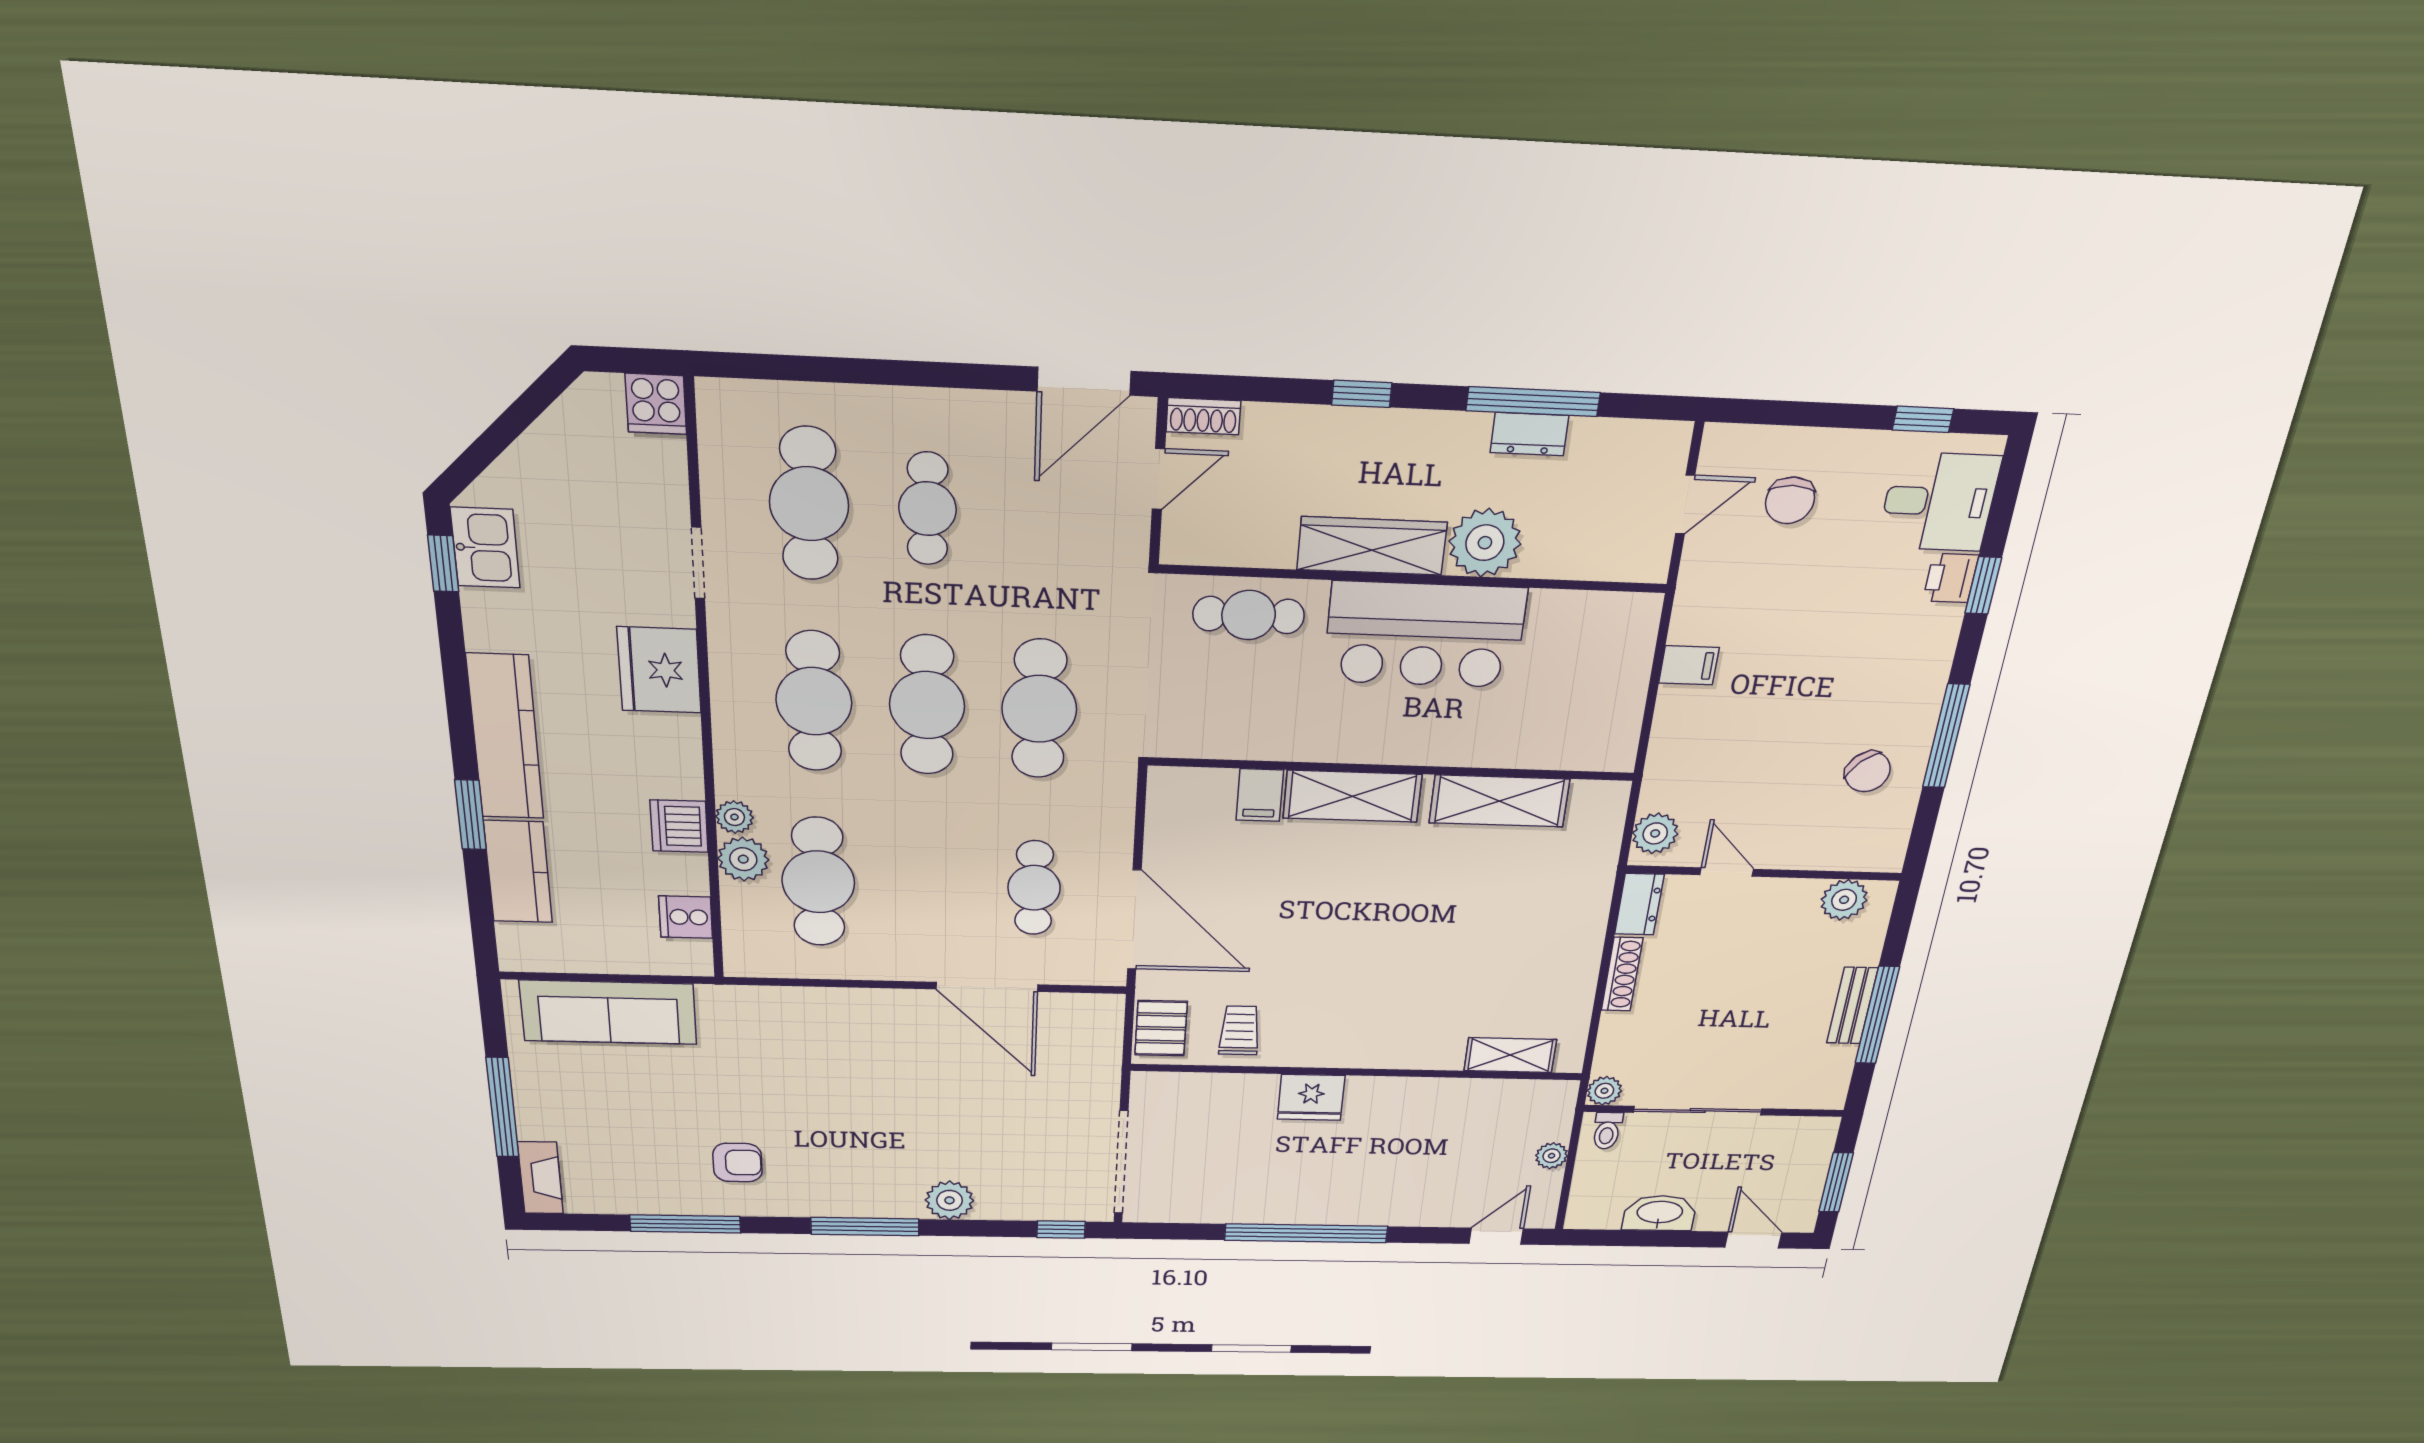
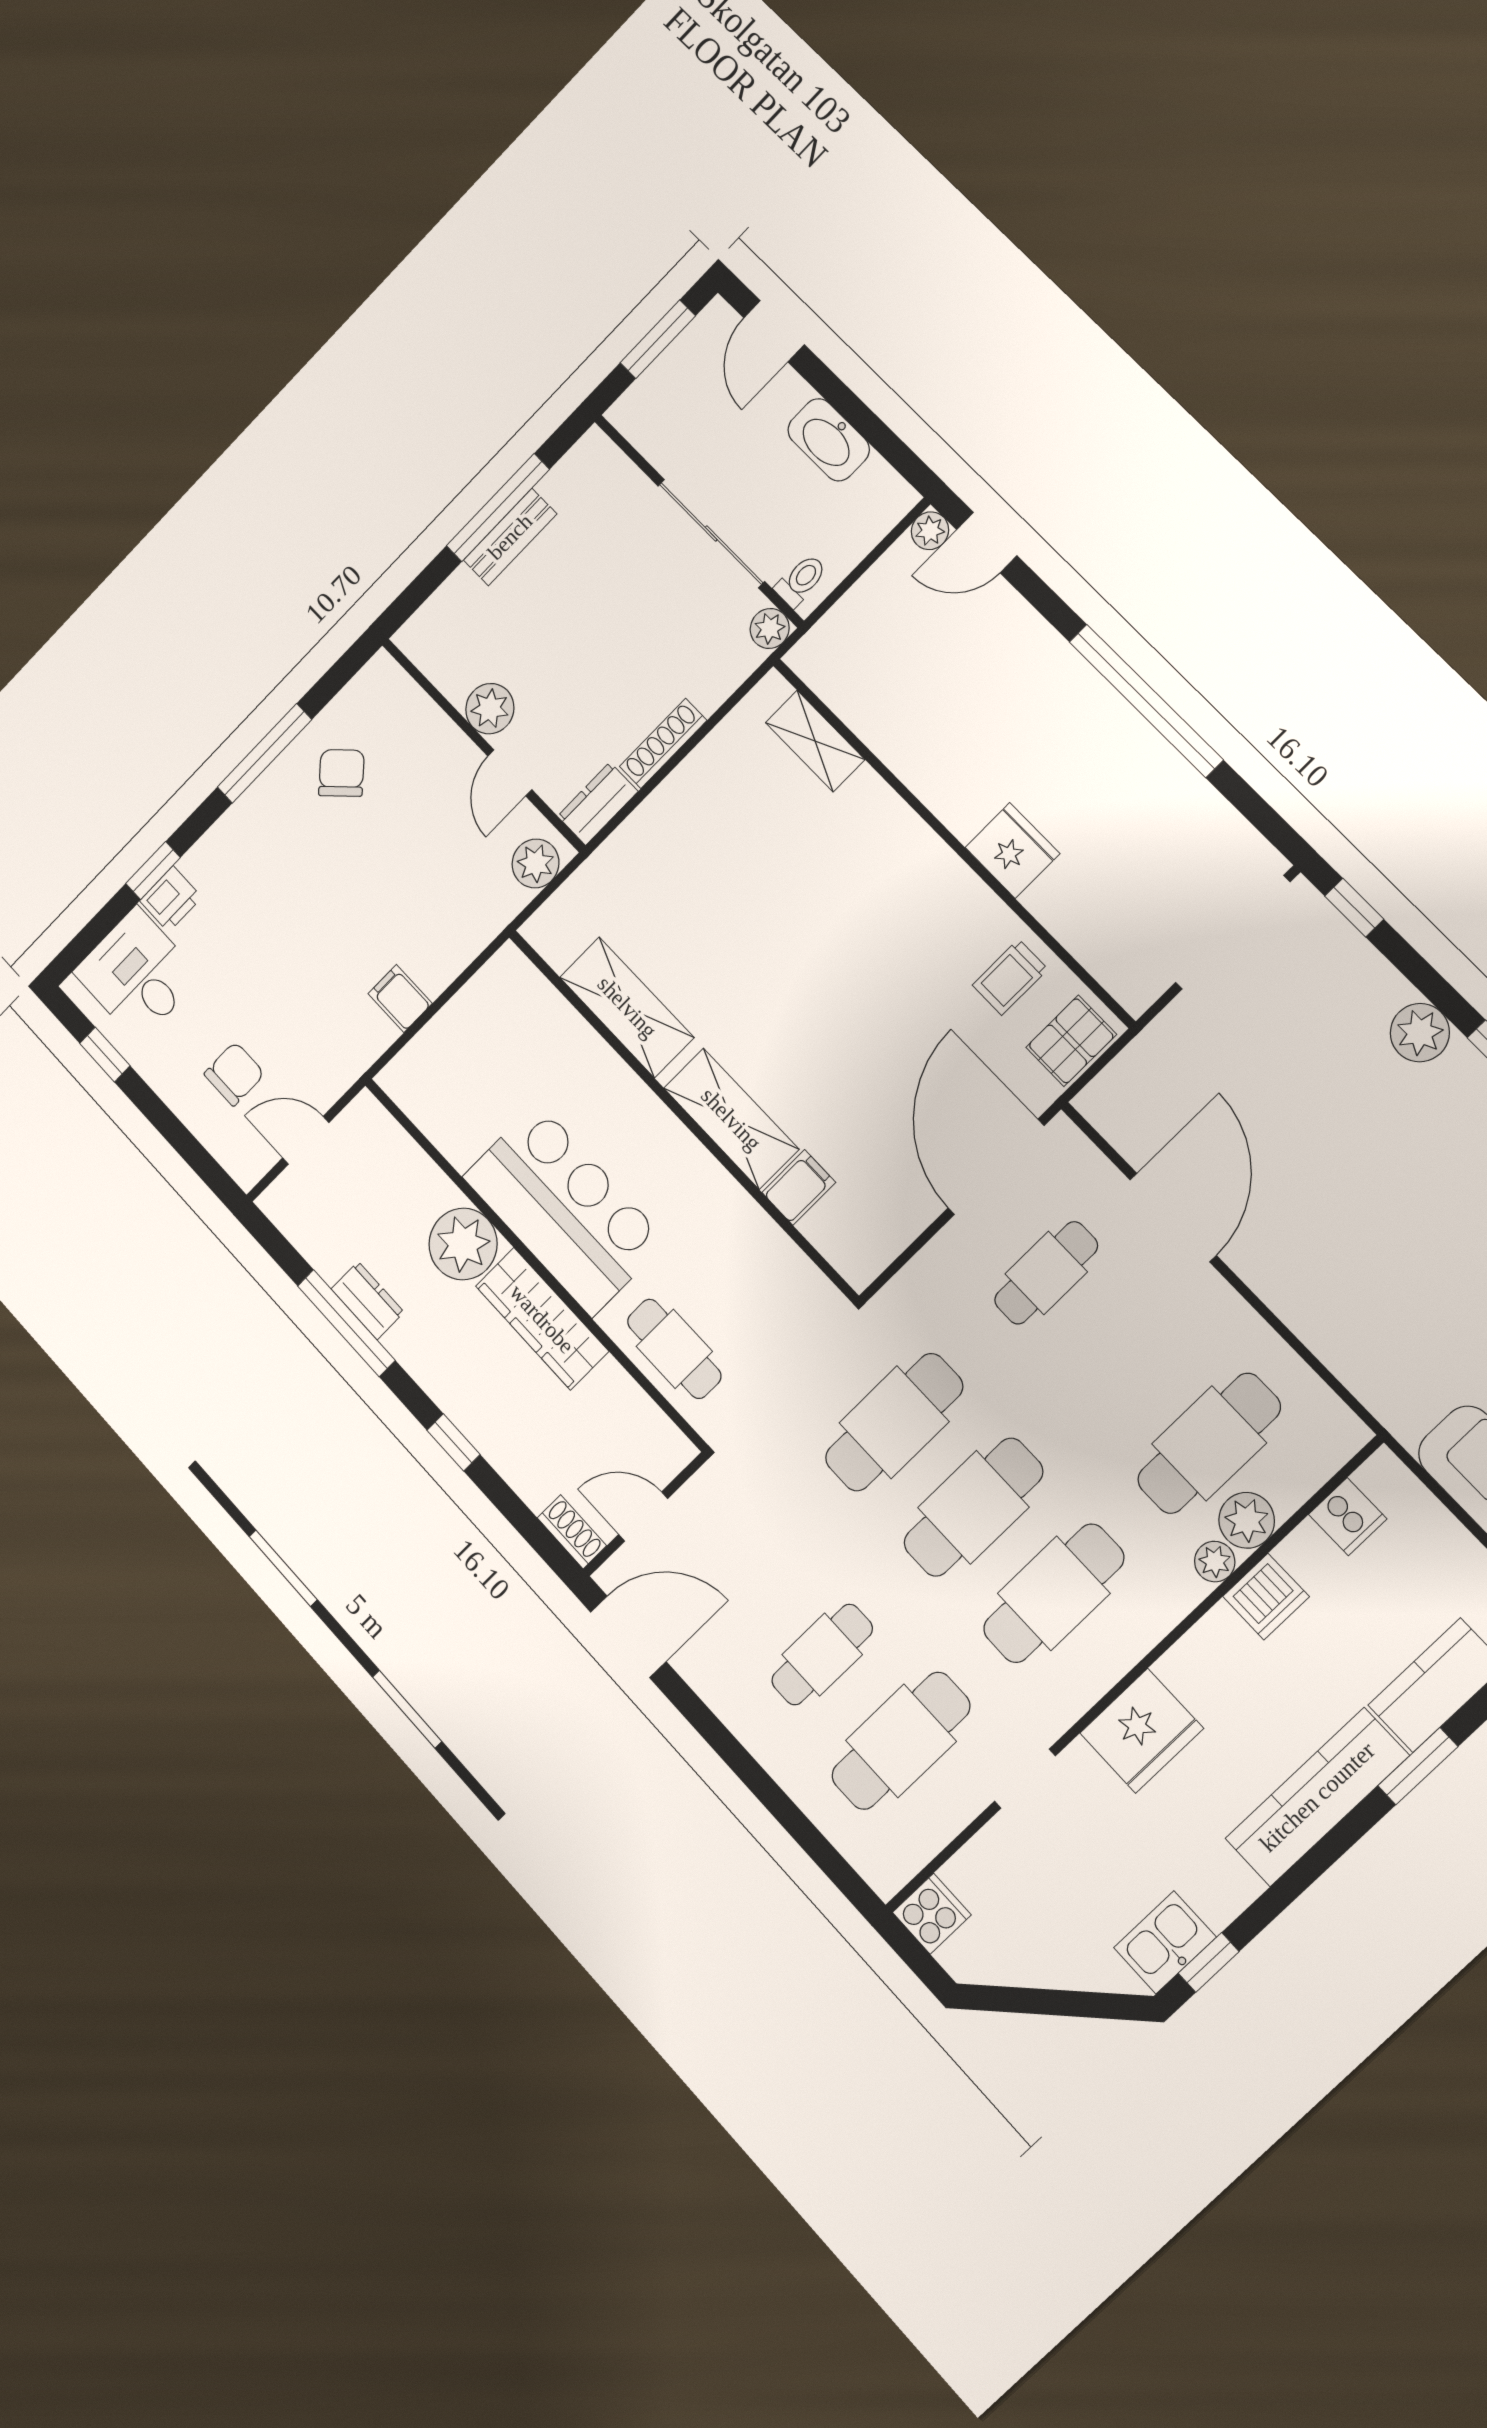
plant: (1844, 900) -> (490, 709), moved
plant: (1552, 1156) -> (930, 531), moved

